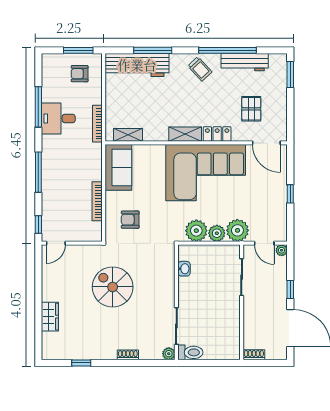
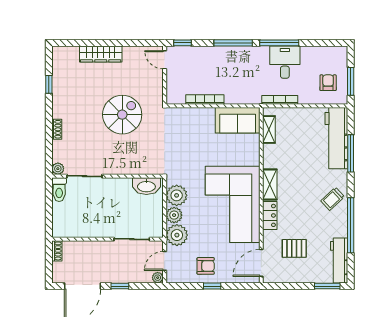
workbench: (245, 62) -> (339, 260), moved
window: (38, 107) -> (279, 43), moved
armchair: (130, 220) -> (206, 266), moved, turned 90
washbasin: (184, 269) -> (146, 186), width x1.91, depth x1.45
wardrobe: (50, 317) -> (101, 54), width x1.50

